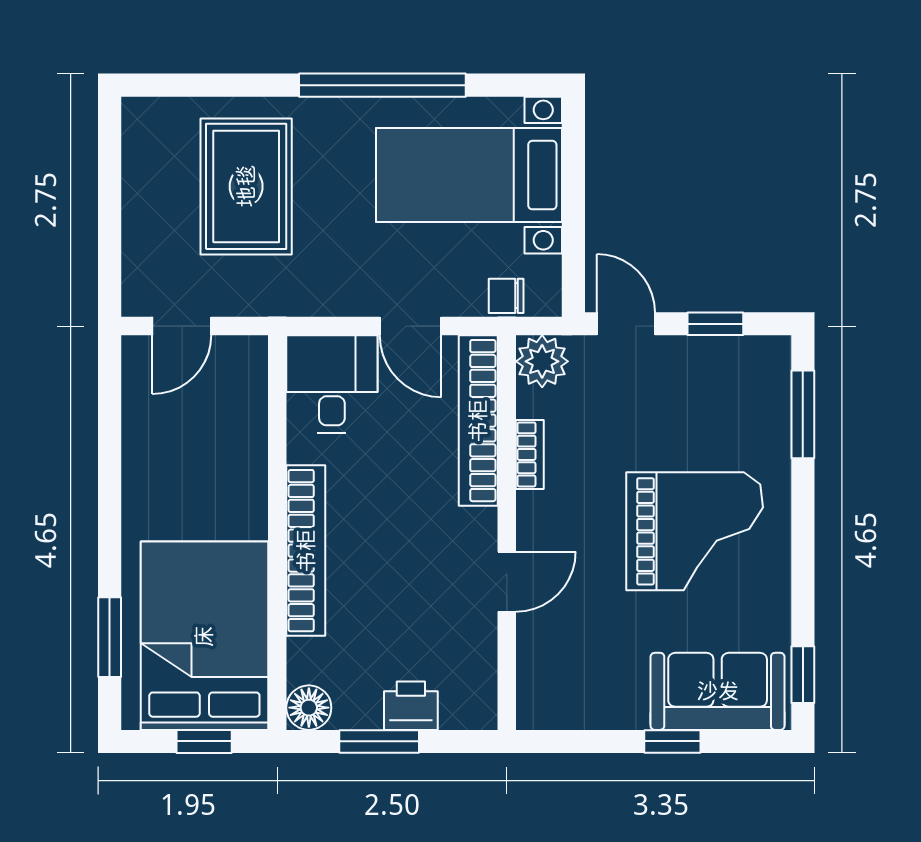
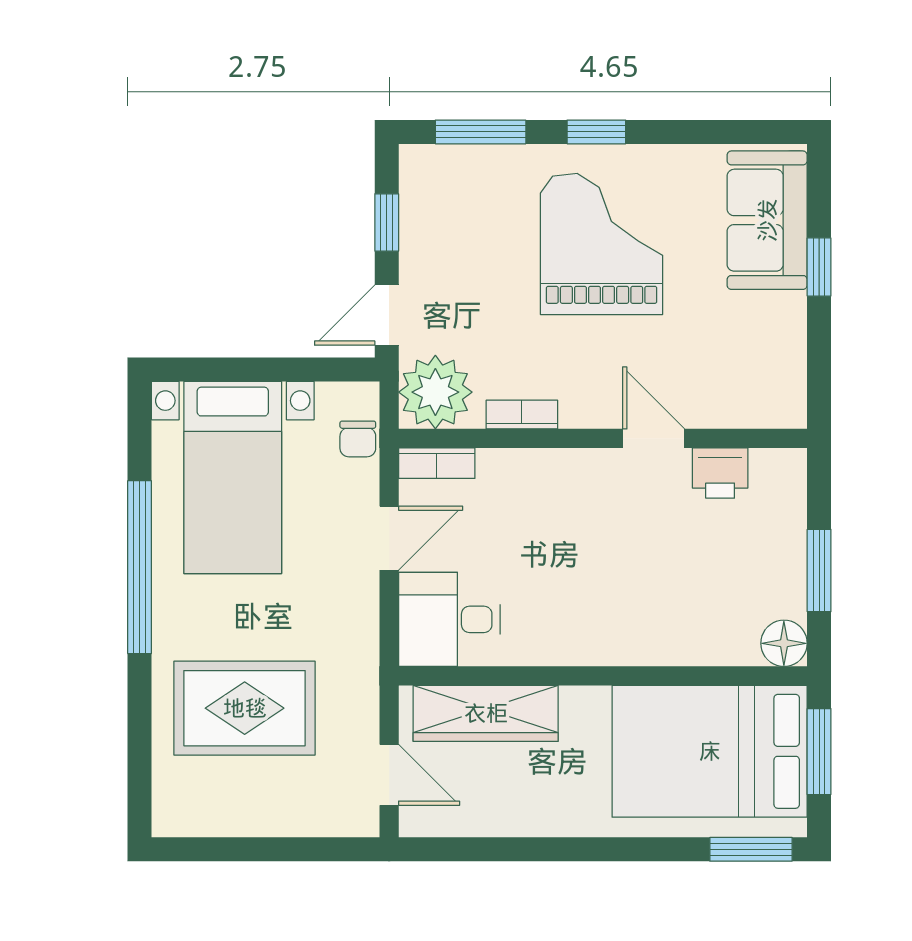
plant: (542, 361) -> (435, 392), width x1.36, depth x1.36
wardrobe: (241, 419) -> (486, 713), added
bookcase: (478, 421) -> (437, 463), width x0.43, depth x0.76
bookcase: (306, 551) -> (621, 646), removed
window: (110, 637) -> (751, 849), moved
window: (803, 675) -> (596, 132), moved
printer: (411, 706) -> (720, 473), moved, turned -90
window: (204, 741) -> (819, 752), width x1.50

